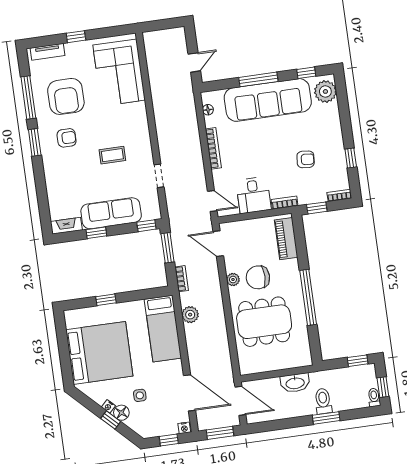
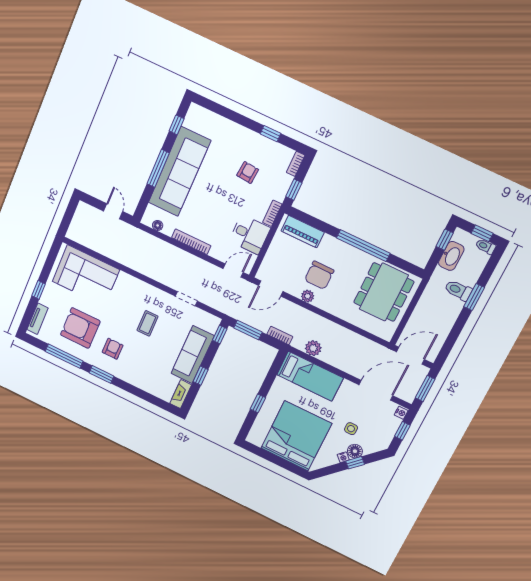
plant: (325, 91) -> (202, 119), removed
armchair: (66, 96) -> (80, 328), turned 180
dining table: (264, 322) -> (384, 292), moved
washbasin: (295, 383) -> (451, 256), moved

